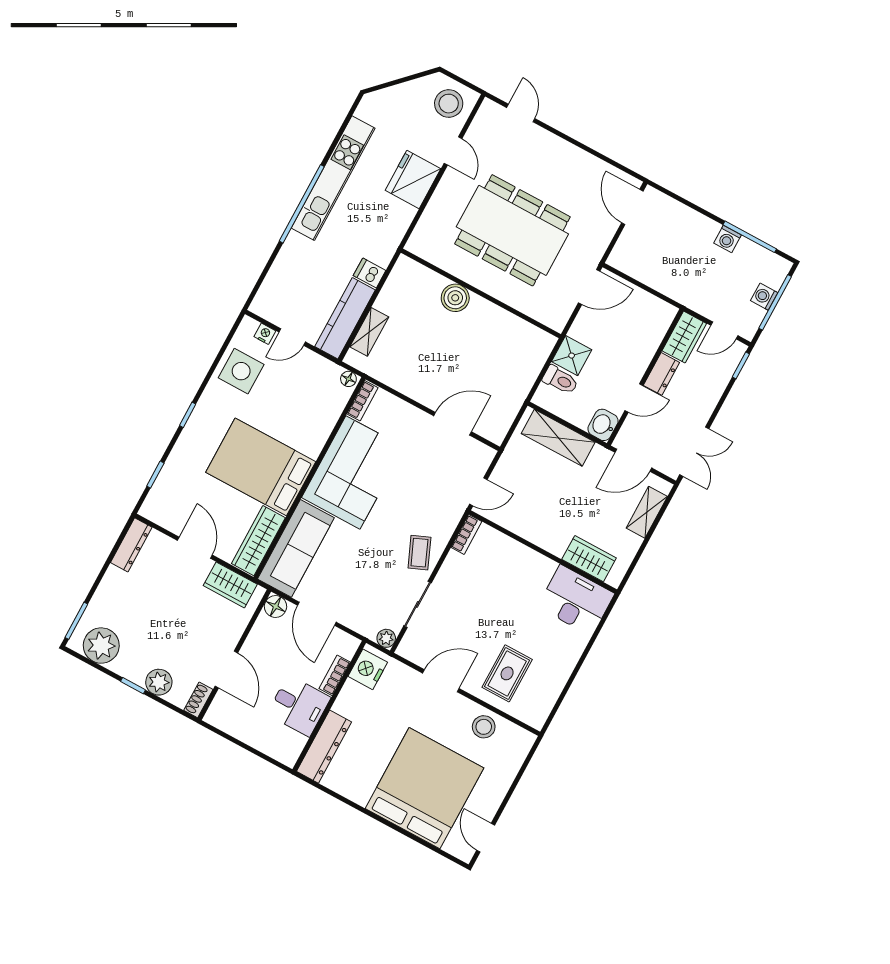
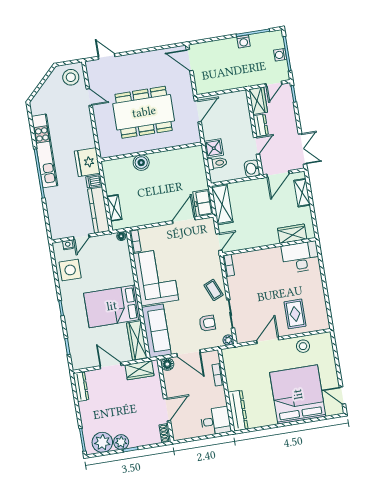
fridge: (413, 179) -> (87, 162), moved
freezer: (498, 420) -> (203, 203), added
shelving: (558, 438) -> (222, 204), moved, turned 90
armchair: (375, 592) -> (207, 323), added
nightstand: (368, 669) -> (231, 361), removed
door: (226, 670) -> (167, 410), hinge flipped
plant: (159, 682) -> (121, 442), moved
desk: (299, 706) -> (216, 421), moved

